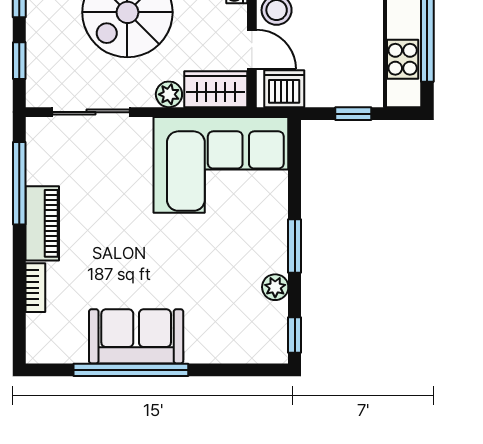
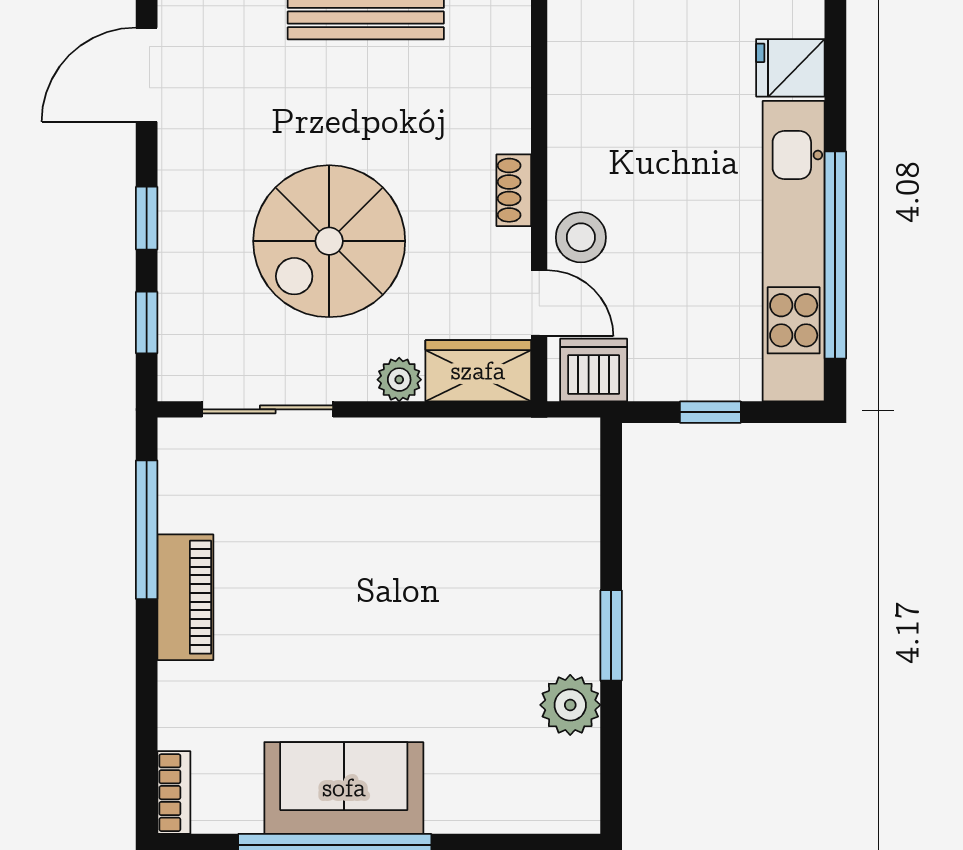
corner sofa: (221, 165) -> (487, 499), removed
plant: (275, 287) -> (570, 705), width x1.38, depth x1.38
bookcase: (35, 288) -> (174, 793), moved
window: (295, 335) -> (611, 786), removed

